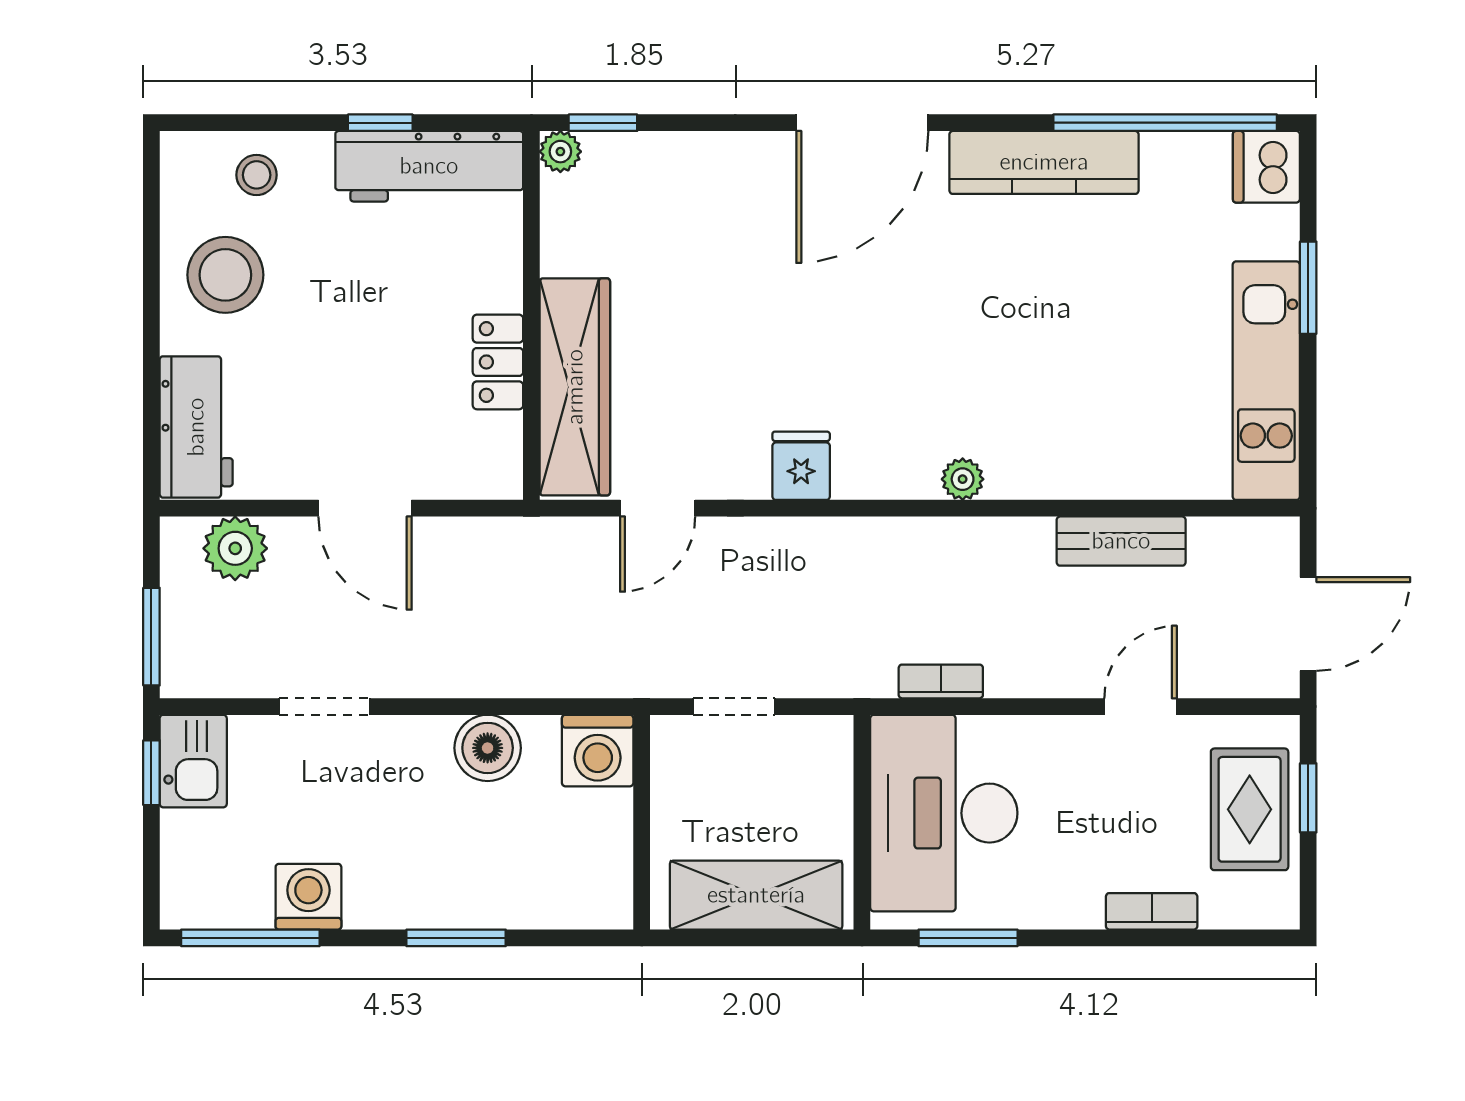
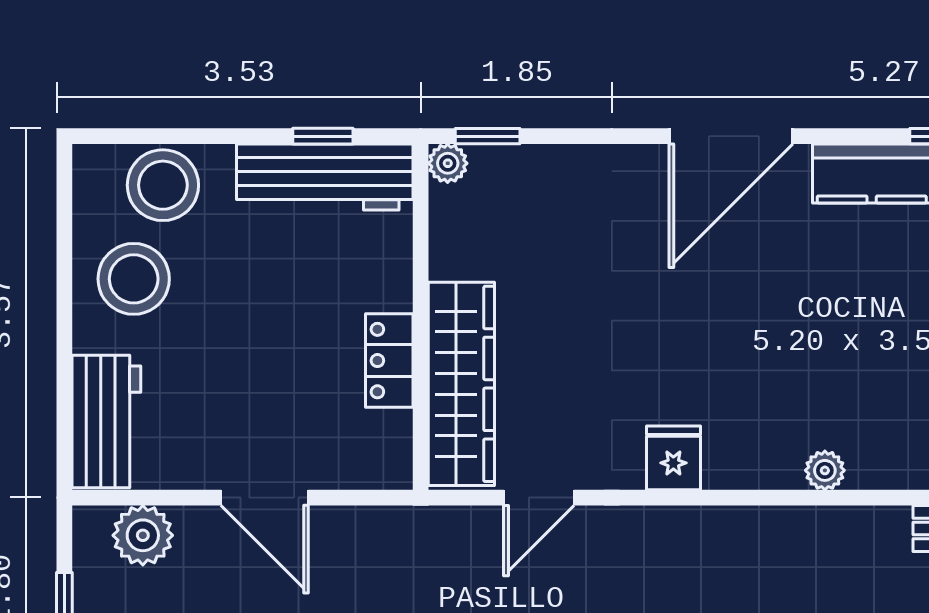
window: (380, 123) -> (323, 136), moved
stool: (257, 175) -> (163, 185), width x1.89, depth x1.89

